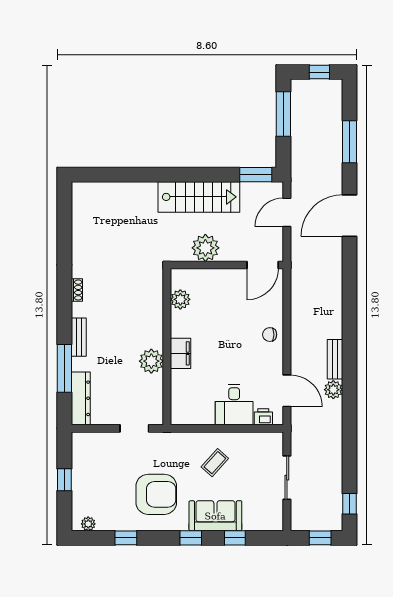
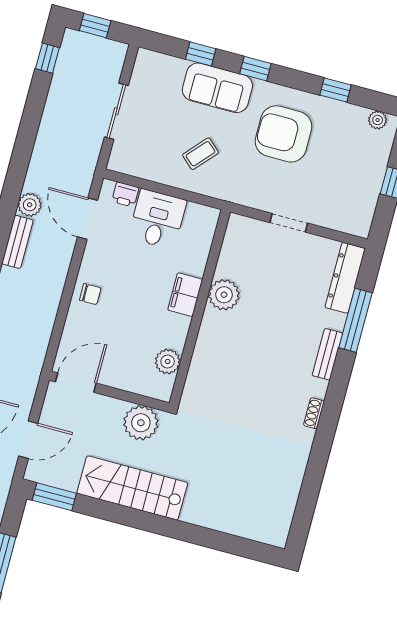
plant: (180, 299) -> (168, 362), moved
wall: (167, 347) -> (200, 307), moved
filing cabinet: (181, 353) -> (185, 295), moved
plant: (151, 361) -> (224, 295), moved

